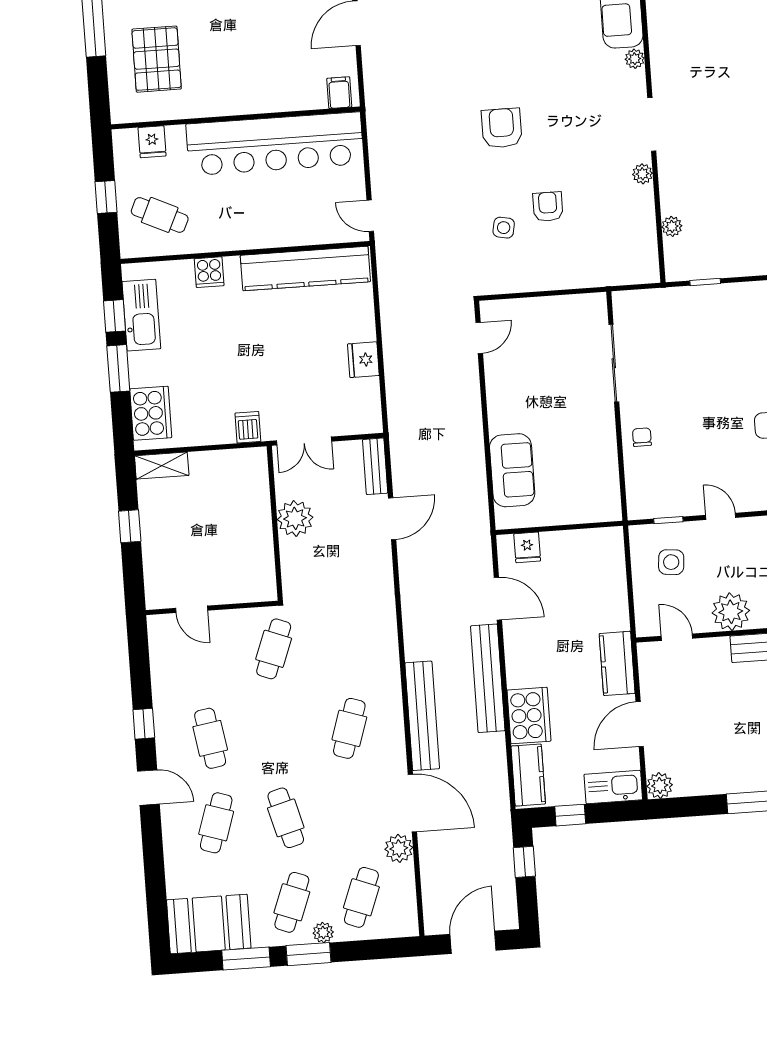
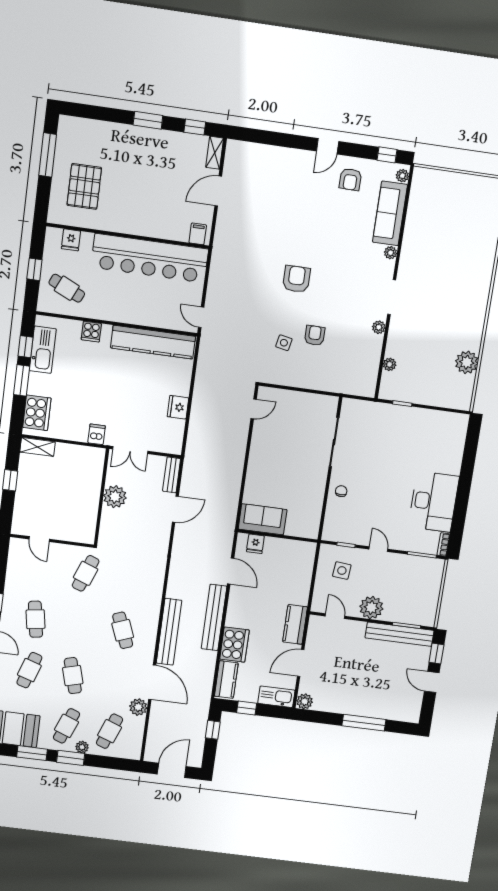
sofa: (512, 470) -> (263, 519), moved, turned -90
cafe table: (349, 728) -> (123, 630), turned -39

